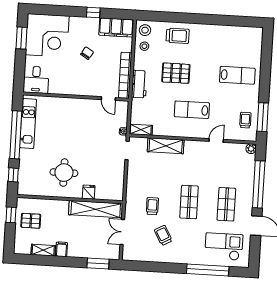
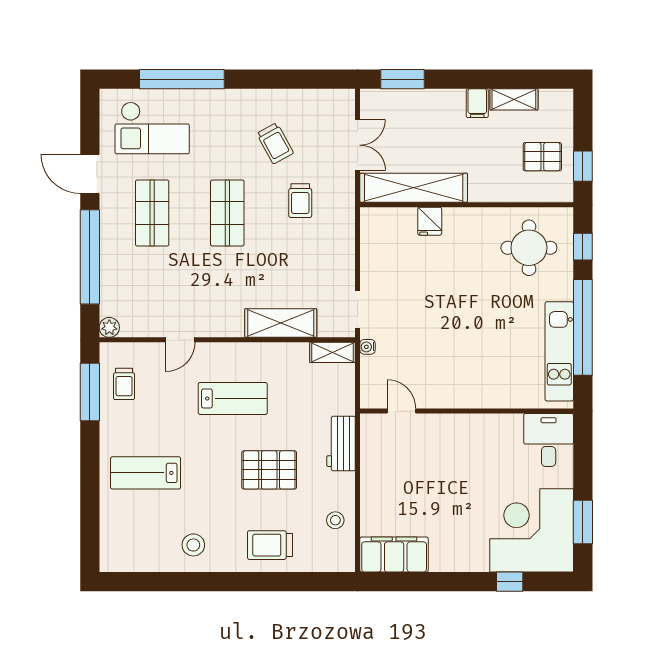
window: (93, 13) -> (510, 582), moved
stool: (145, 30) -> (193, 545), moved
chair: (87, 53) -> (449, 499), removed
bookcase: (125, 75) -> (371, 460), removed
round table: (64, 173) -> (529, 248), moved

